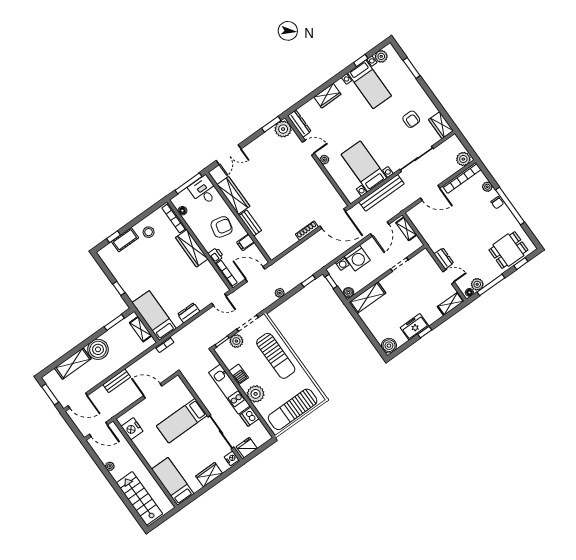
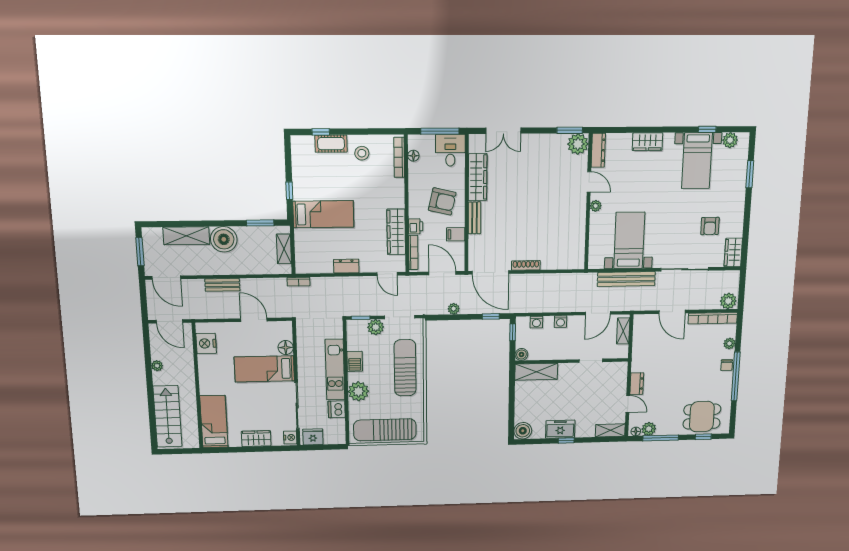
door: (333, 219) -> (490, 272), moved
wardrobe: (192, 248) -> (396, 232), moved
washing machine: (357, 258) -> (561, 322), width x0.53, depth x0.53
bed: (154, 316) -> (323, 214), moved, turned 90
sun lounger: (276, 356) -> (405, 368), turned 180
floor lamp: (186, 396) -> (286, 348), added

